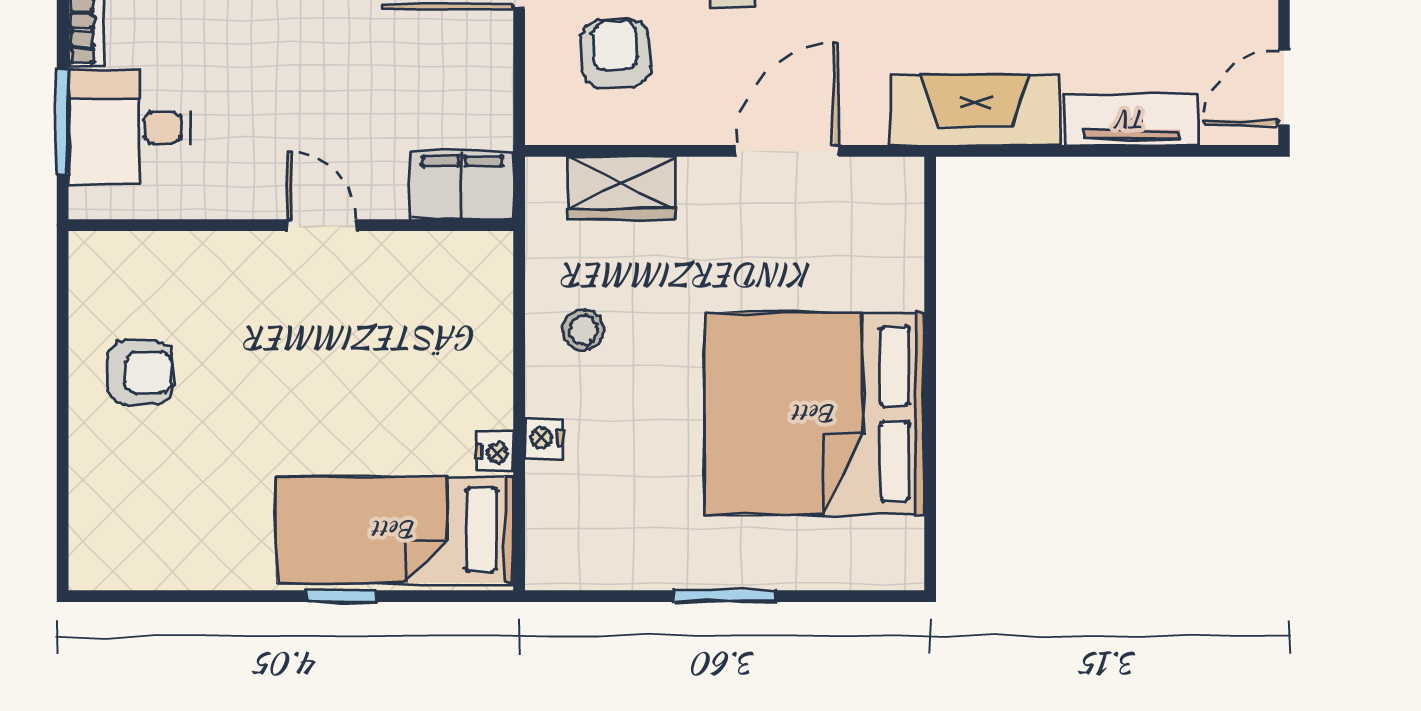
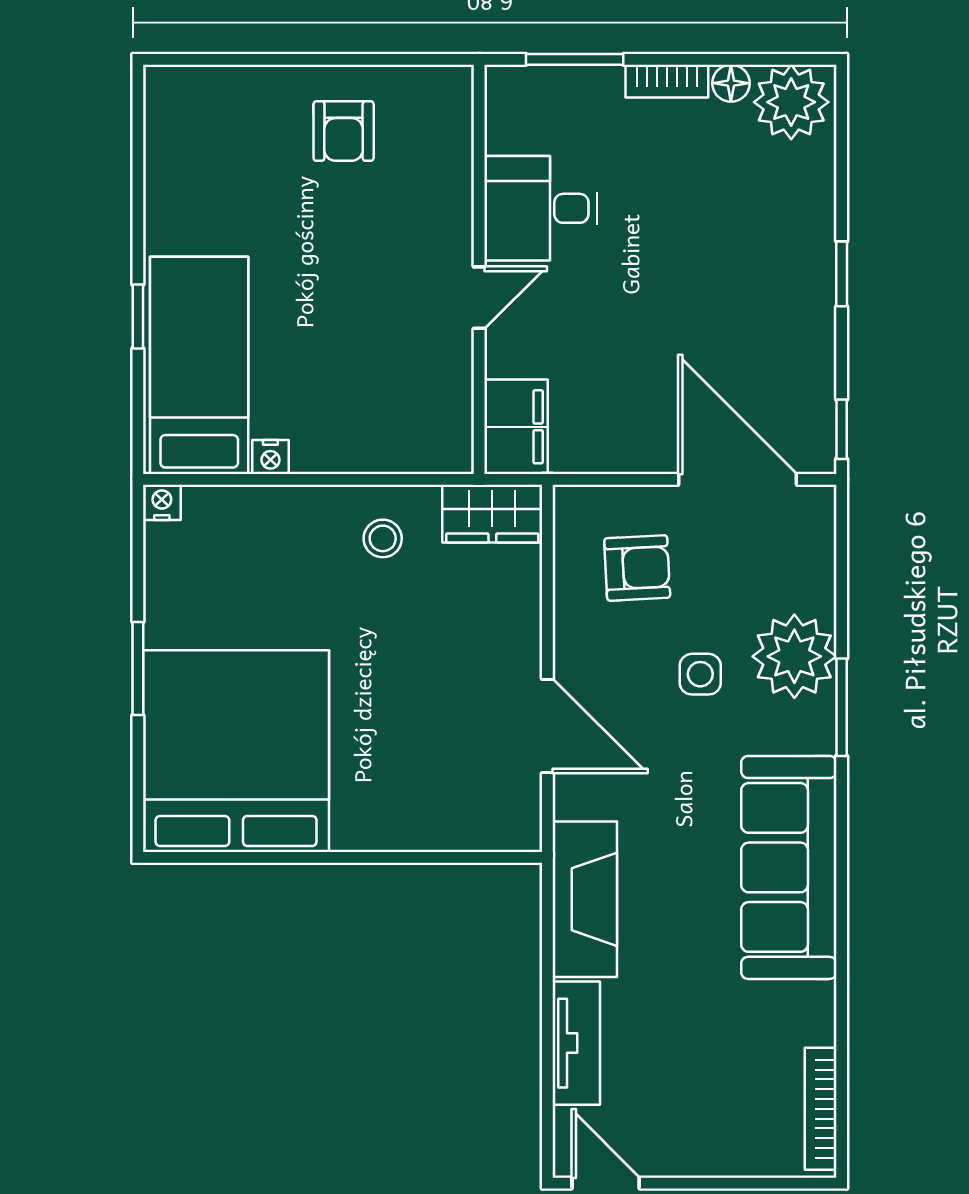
desk: (130, 128) -> (541, 208), moved, turned -90
wardrobe: (621, 188) -> (492, 514), moved, turned -90
bed: (815, 414) -> (236, 751), moved
nightstand: (544, 438) -> (162, 502), moved

